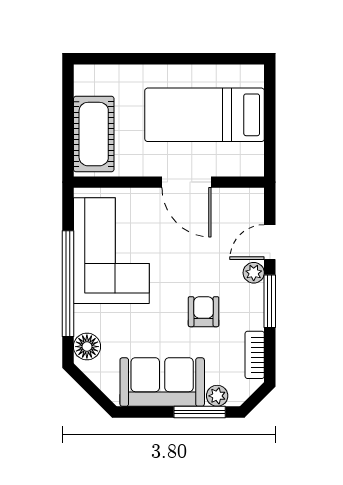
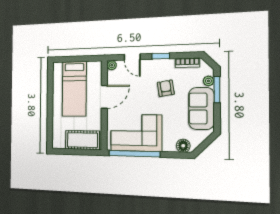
plant: (254, 273) -> (112, 65), moved
window: (68, 284) -> (134, 154), moved
window: (270, 301) -> (161, 56), width x0.67
armchair: (204, 312) -> (166, 88), turned 81

